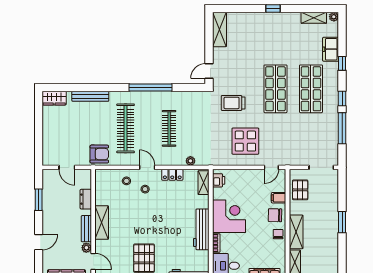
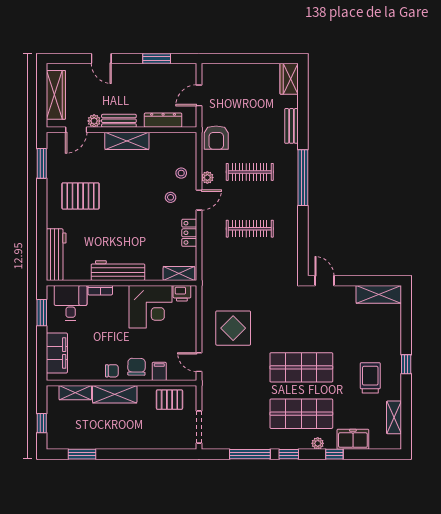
plant: (334, 17) -> (318, 443), moved
window: (150, 88) -> (303, 178), moved
bench: (90, 96) -> (292, 126), width x0.73
trolley: (233, 103) -> (370, 378), moved
clothes rail: (126, 128) -> (250, 172), width x0.73, depth x0.76
plant: (190, 161) -> (207, 178), moved
dresser: (86, 199) -> (163, 120), width x1.44
corner desk: (229, 216) -> (150, 307), moved
window: (342, 222) -> (82, 454), moved

